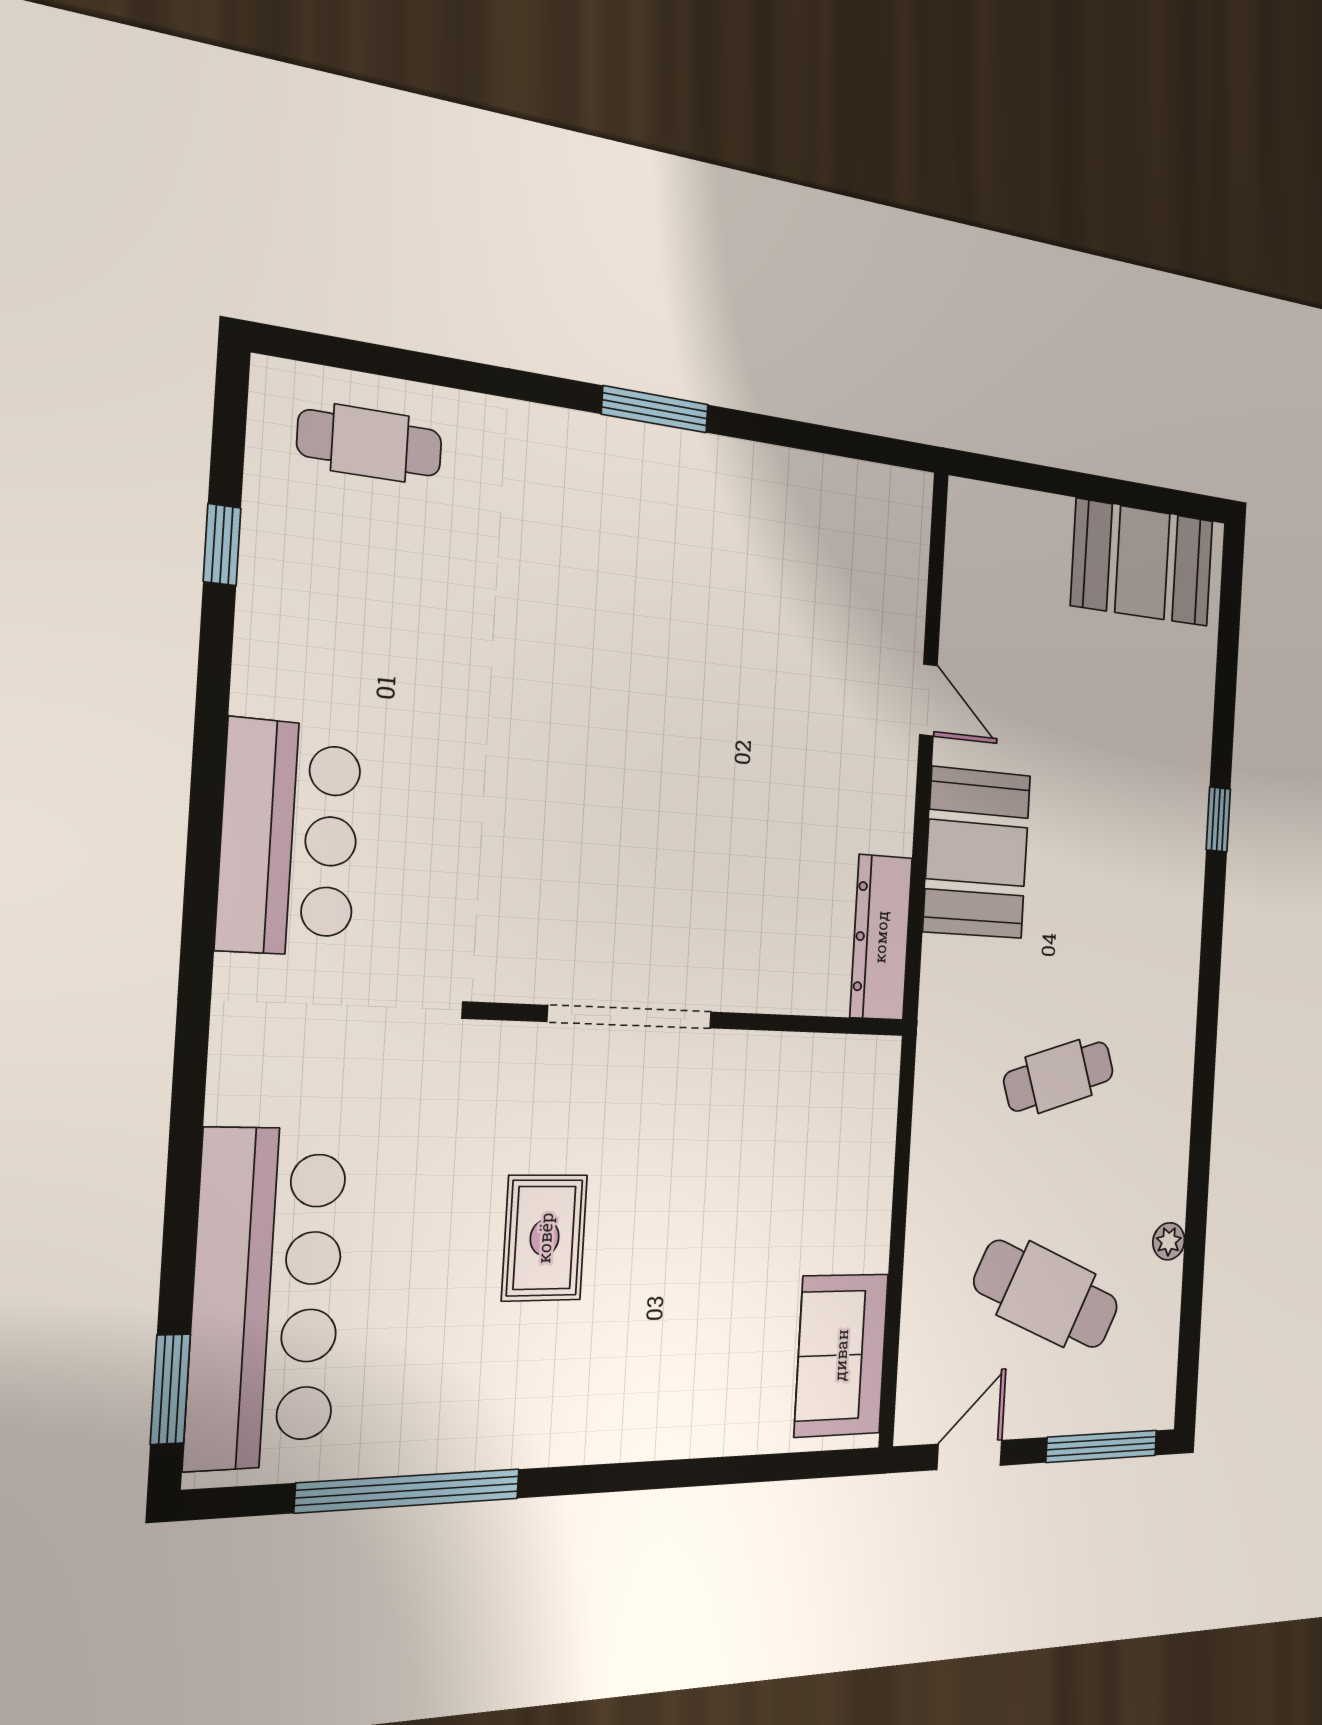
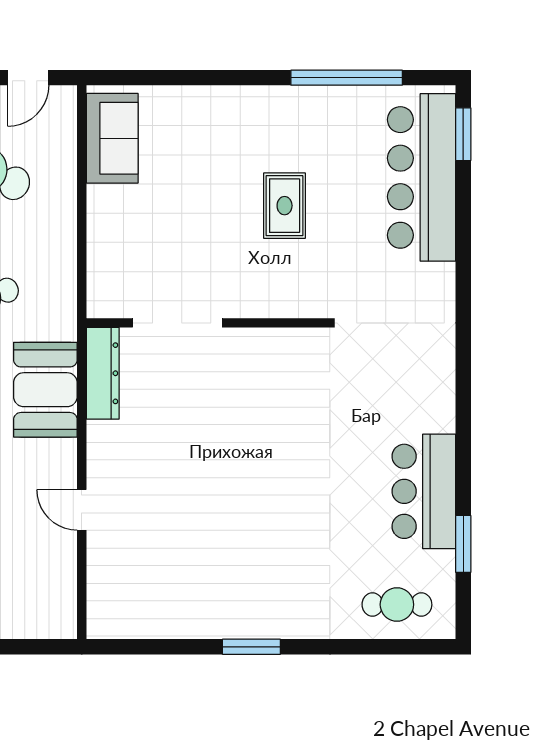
window: (222, 545) -> (463, 544), width x1.50
bar counter: (289, 838) -> (424, 491), moved
booth: (977, 853) -> (45, 390), moved
doorway: (630, 1017) -> (177, 323), moved

